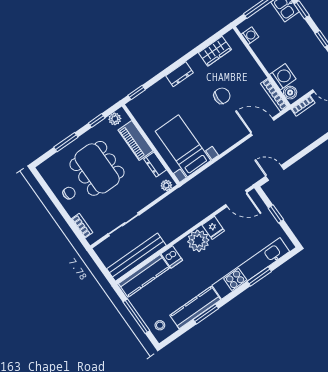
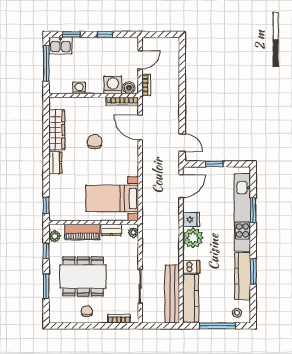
washing machine: (250, 36) -> (79, 88), moved
wardrobe: (215, 51) -> (57, 130), width x1.50
door: (262, 127) -> (140, 127), hinge flipped
door: (275, 173) -> (182, 143), swing flipped

